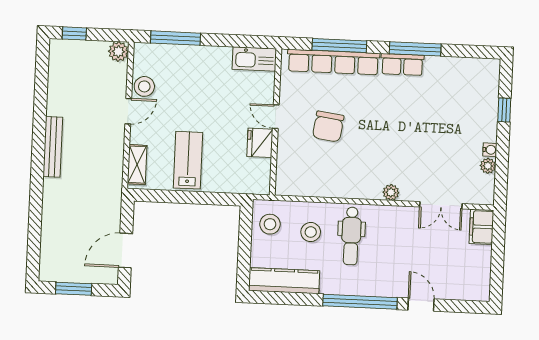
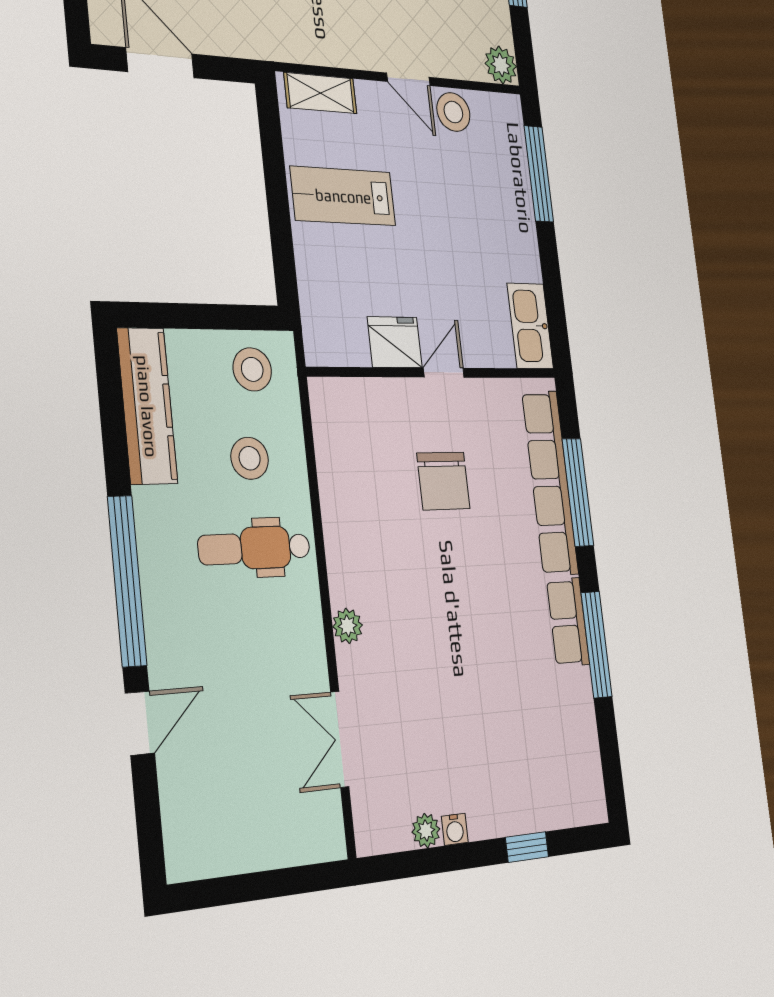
chair: (328, 127) -> (443, 481), turned -98
lab bench: (188, 160) -> (343, 196), turned 180
filing cabinet: (481, 227) -> (312, 837), removed

